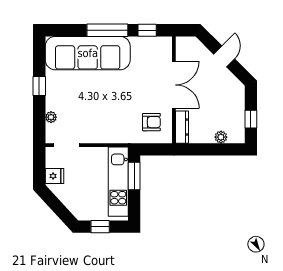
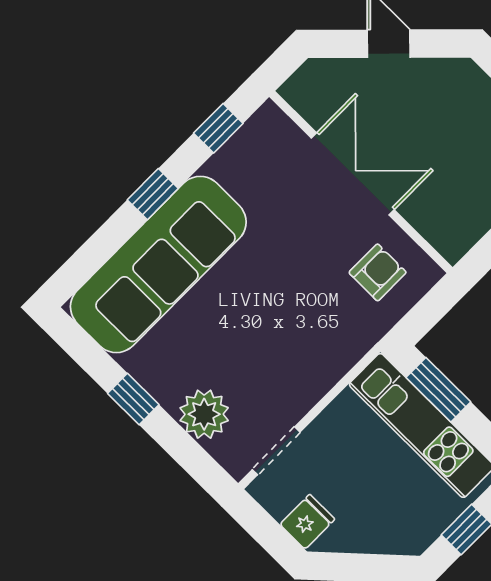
window: (107, 30) -> (153, 194), width x0.46
plant: (51, 117) -> (204, 414), width x1.88, depth x1.88
dresser: (182, 127) -> (436, 230), removed

